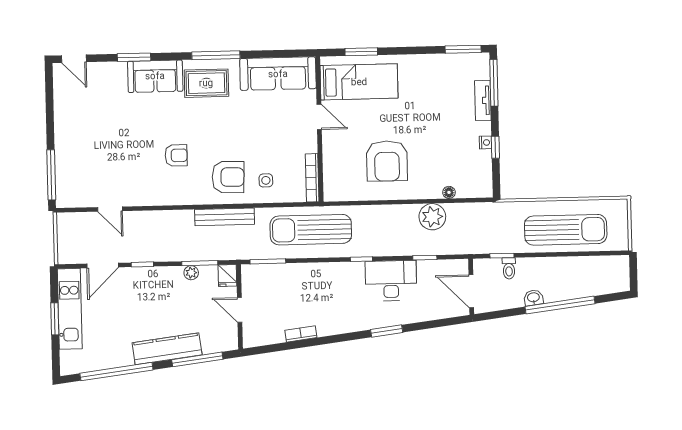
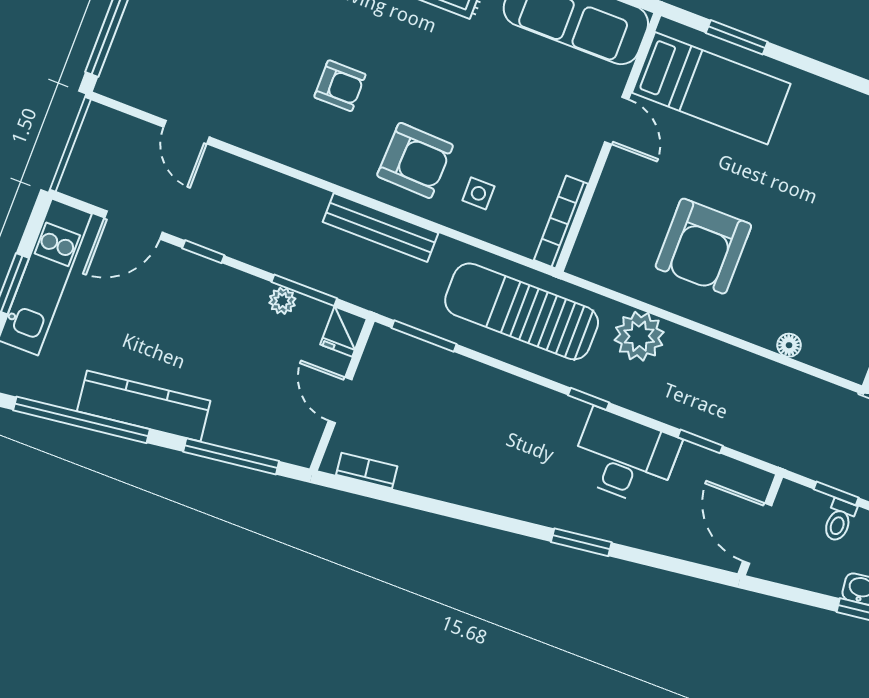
plant: (432, 217) -> (639, 336), moved
bookcase: (301, 334) -> (367, 471), moved
kitchen counter: (167, 349) -> (144, 406), moved

